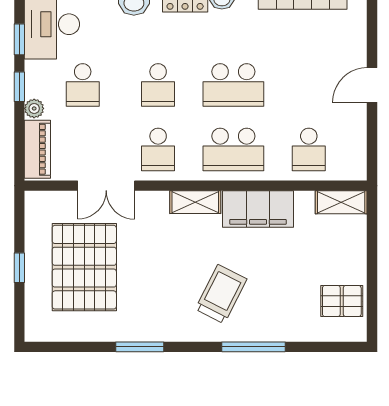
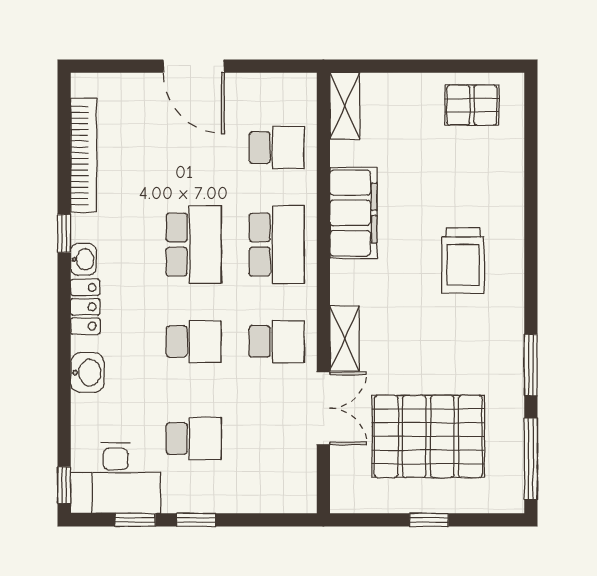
door: (372, 85) -> (194, 66), width x1.38
plant: (34, 108) -> (224, 501), removed
piano: (37, 149) -> (276, 497), removed
shelving: (195, 202) -> (345, 339), moved
trolley: (221, 294) -> (463, 260), turned -117
pallet: (342, 301) -> (472, 105), turned 90
window: (254, 347) -> (531, 459), moved

